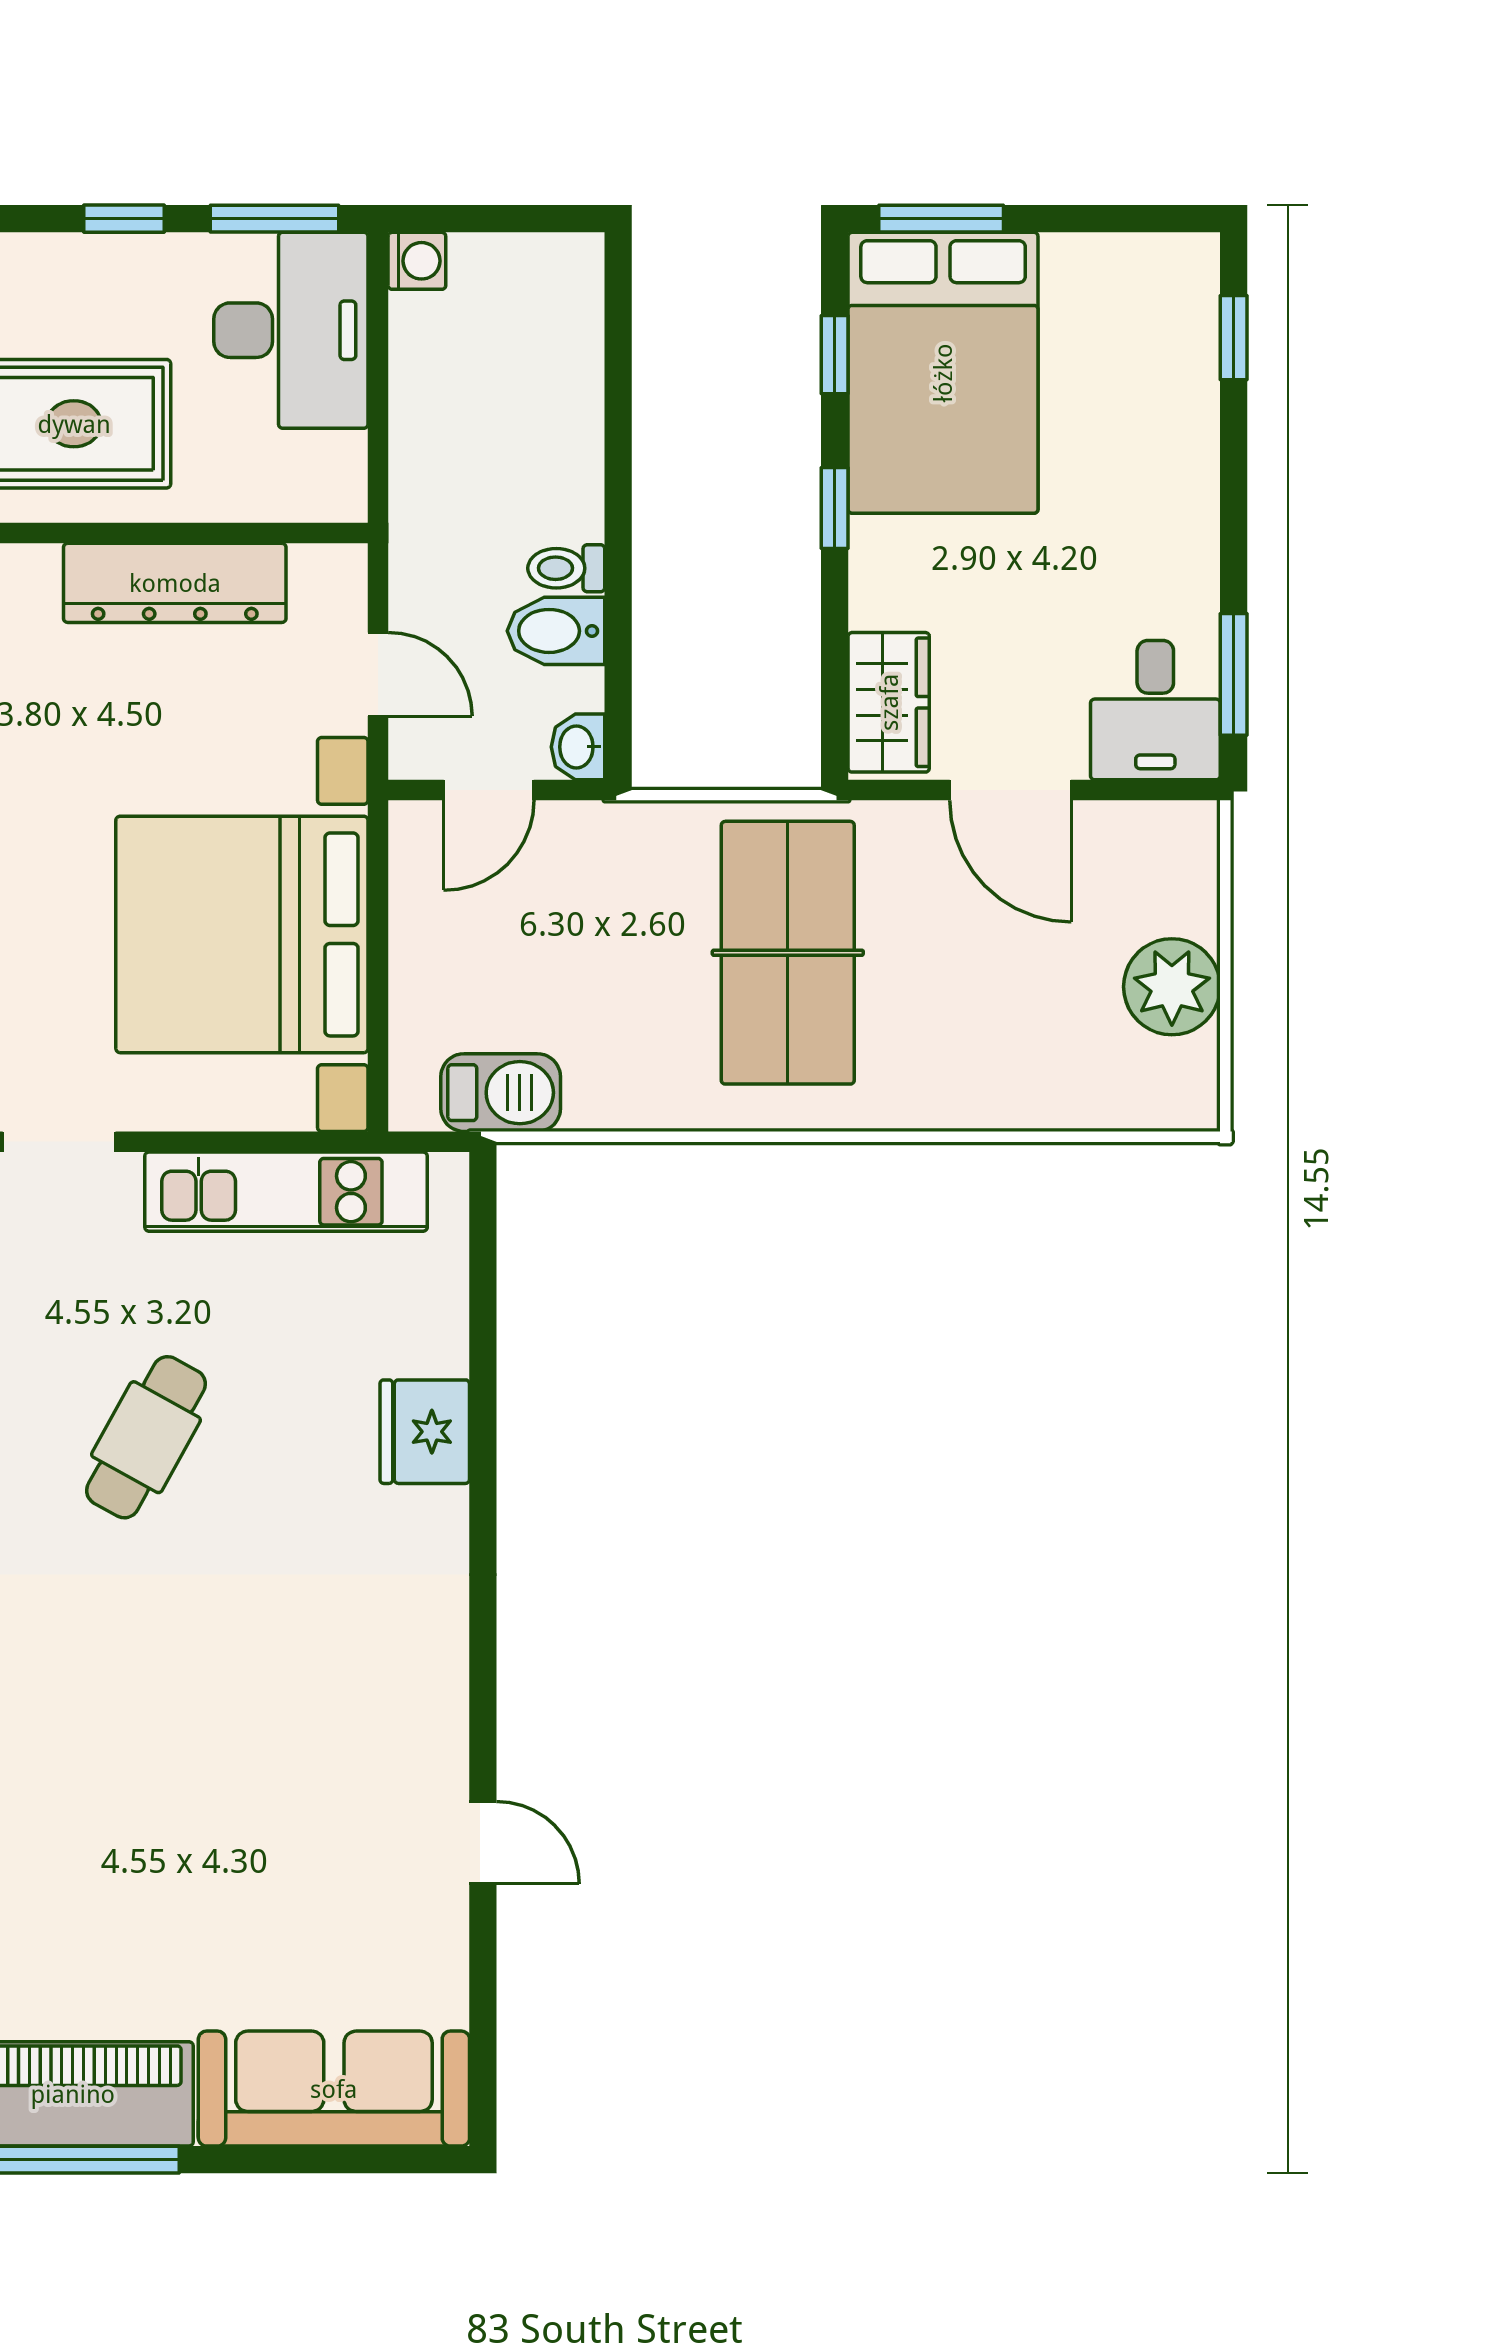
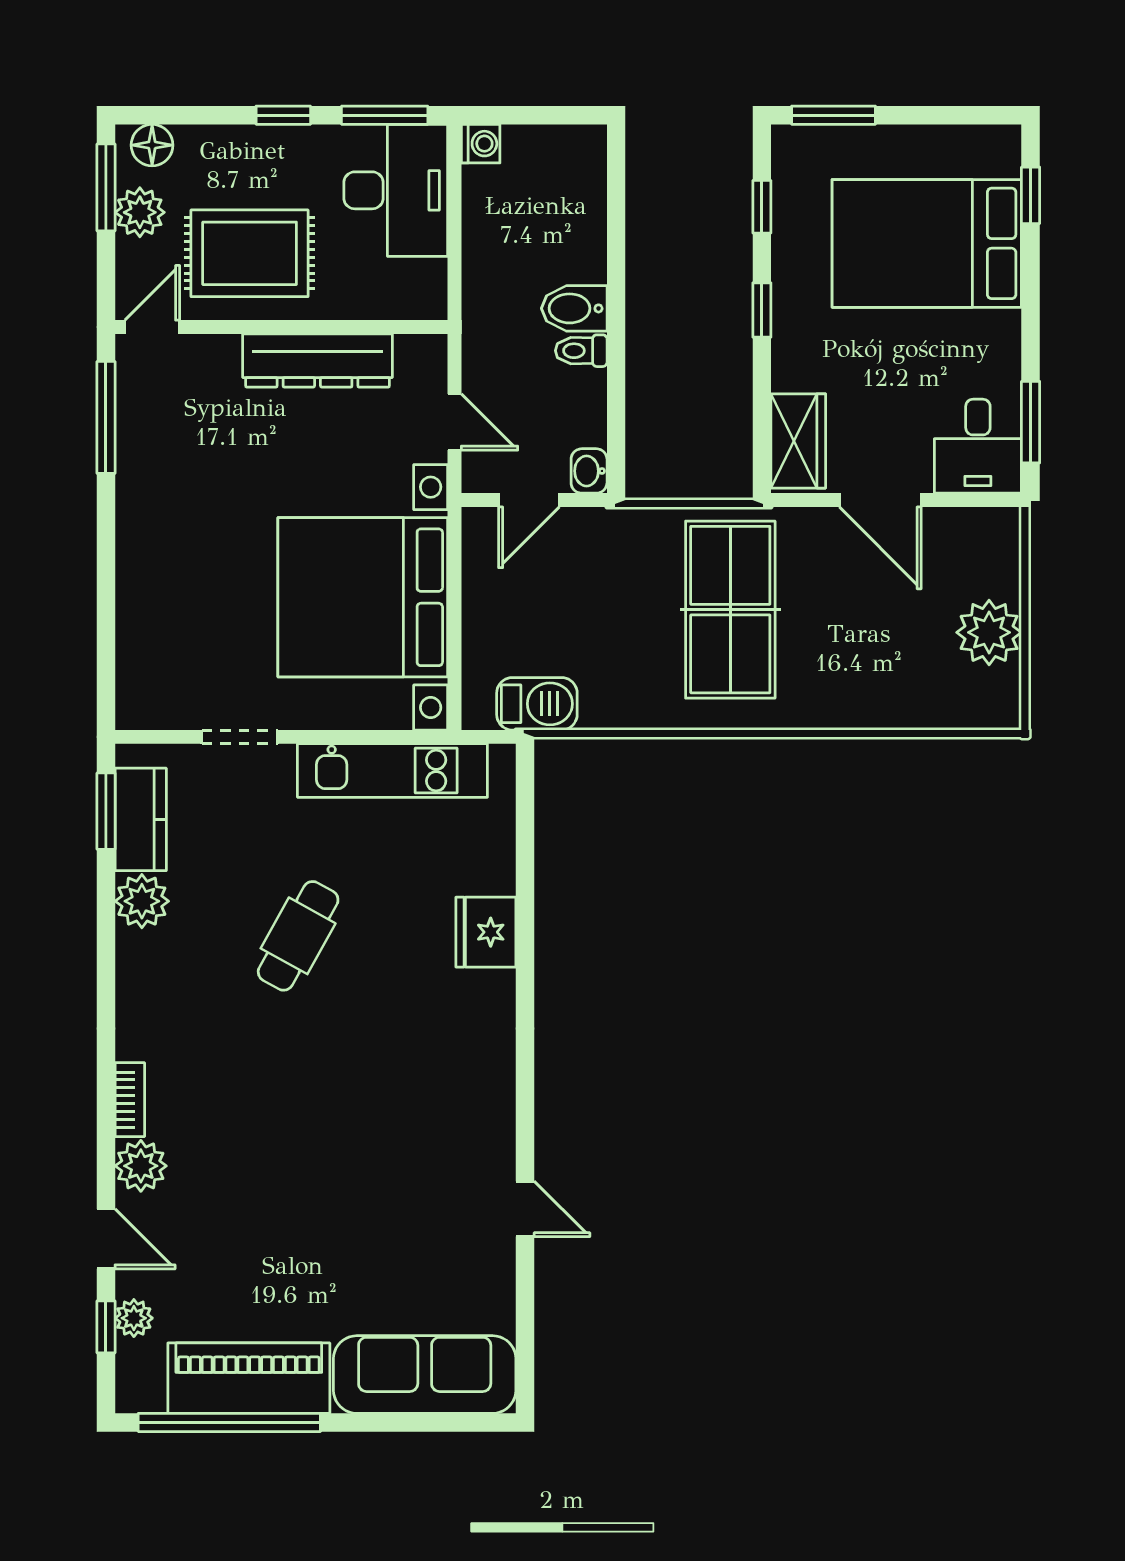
bed: (943, 373) -> (927, 243), moved, turned 90
bidet: (556, 631) -> (574, 308), moved

